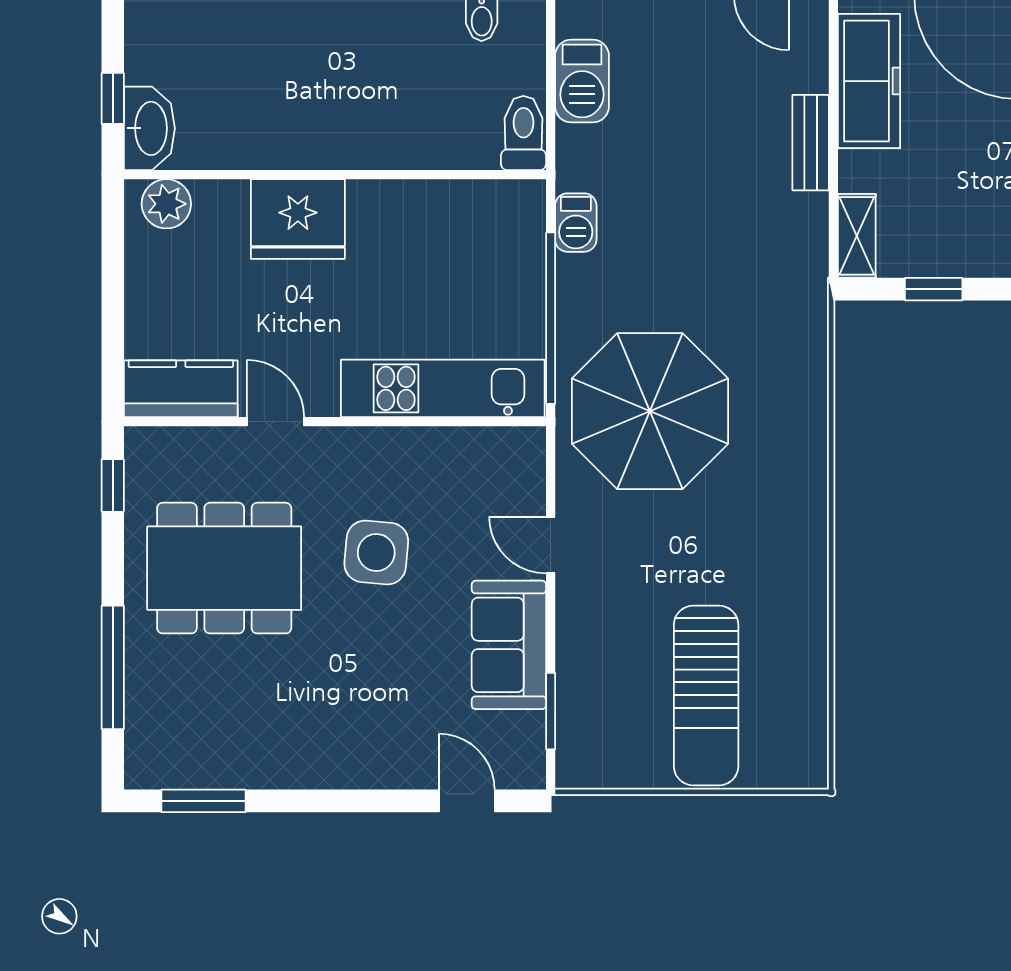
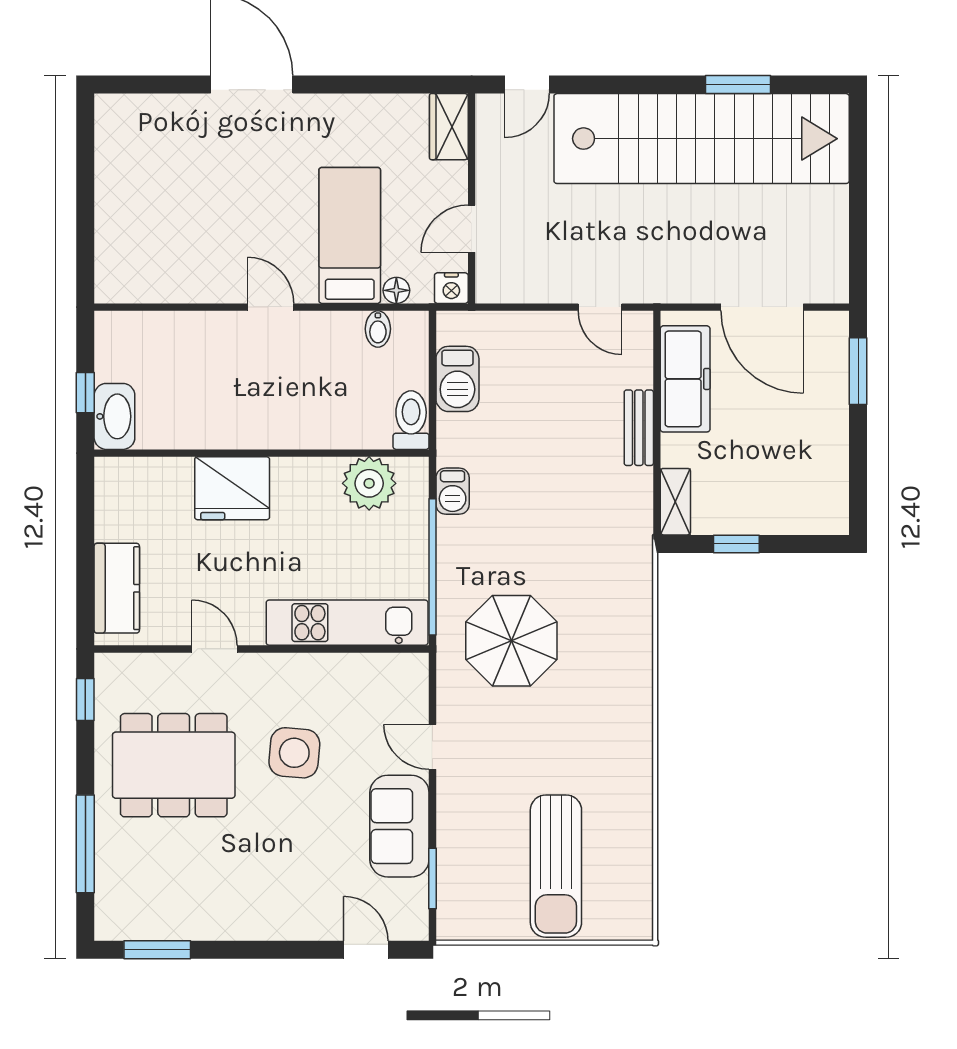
plant: (166, 204) -> (369, 483), moved, width x1.36, depth x1.36
kitchen counter: (181, 389) -> (117, 588), moved, turned 90
parasol: (650, 411) -> (511, 641), width x0.73, depth x0.73

